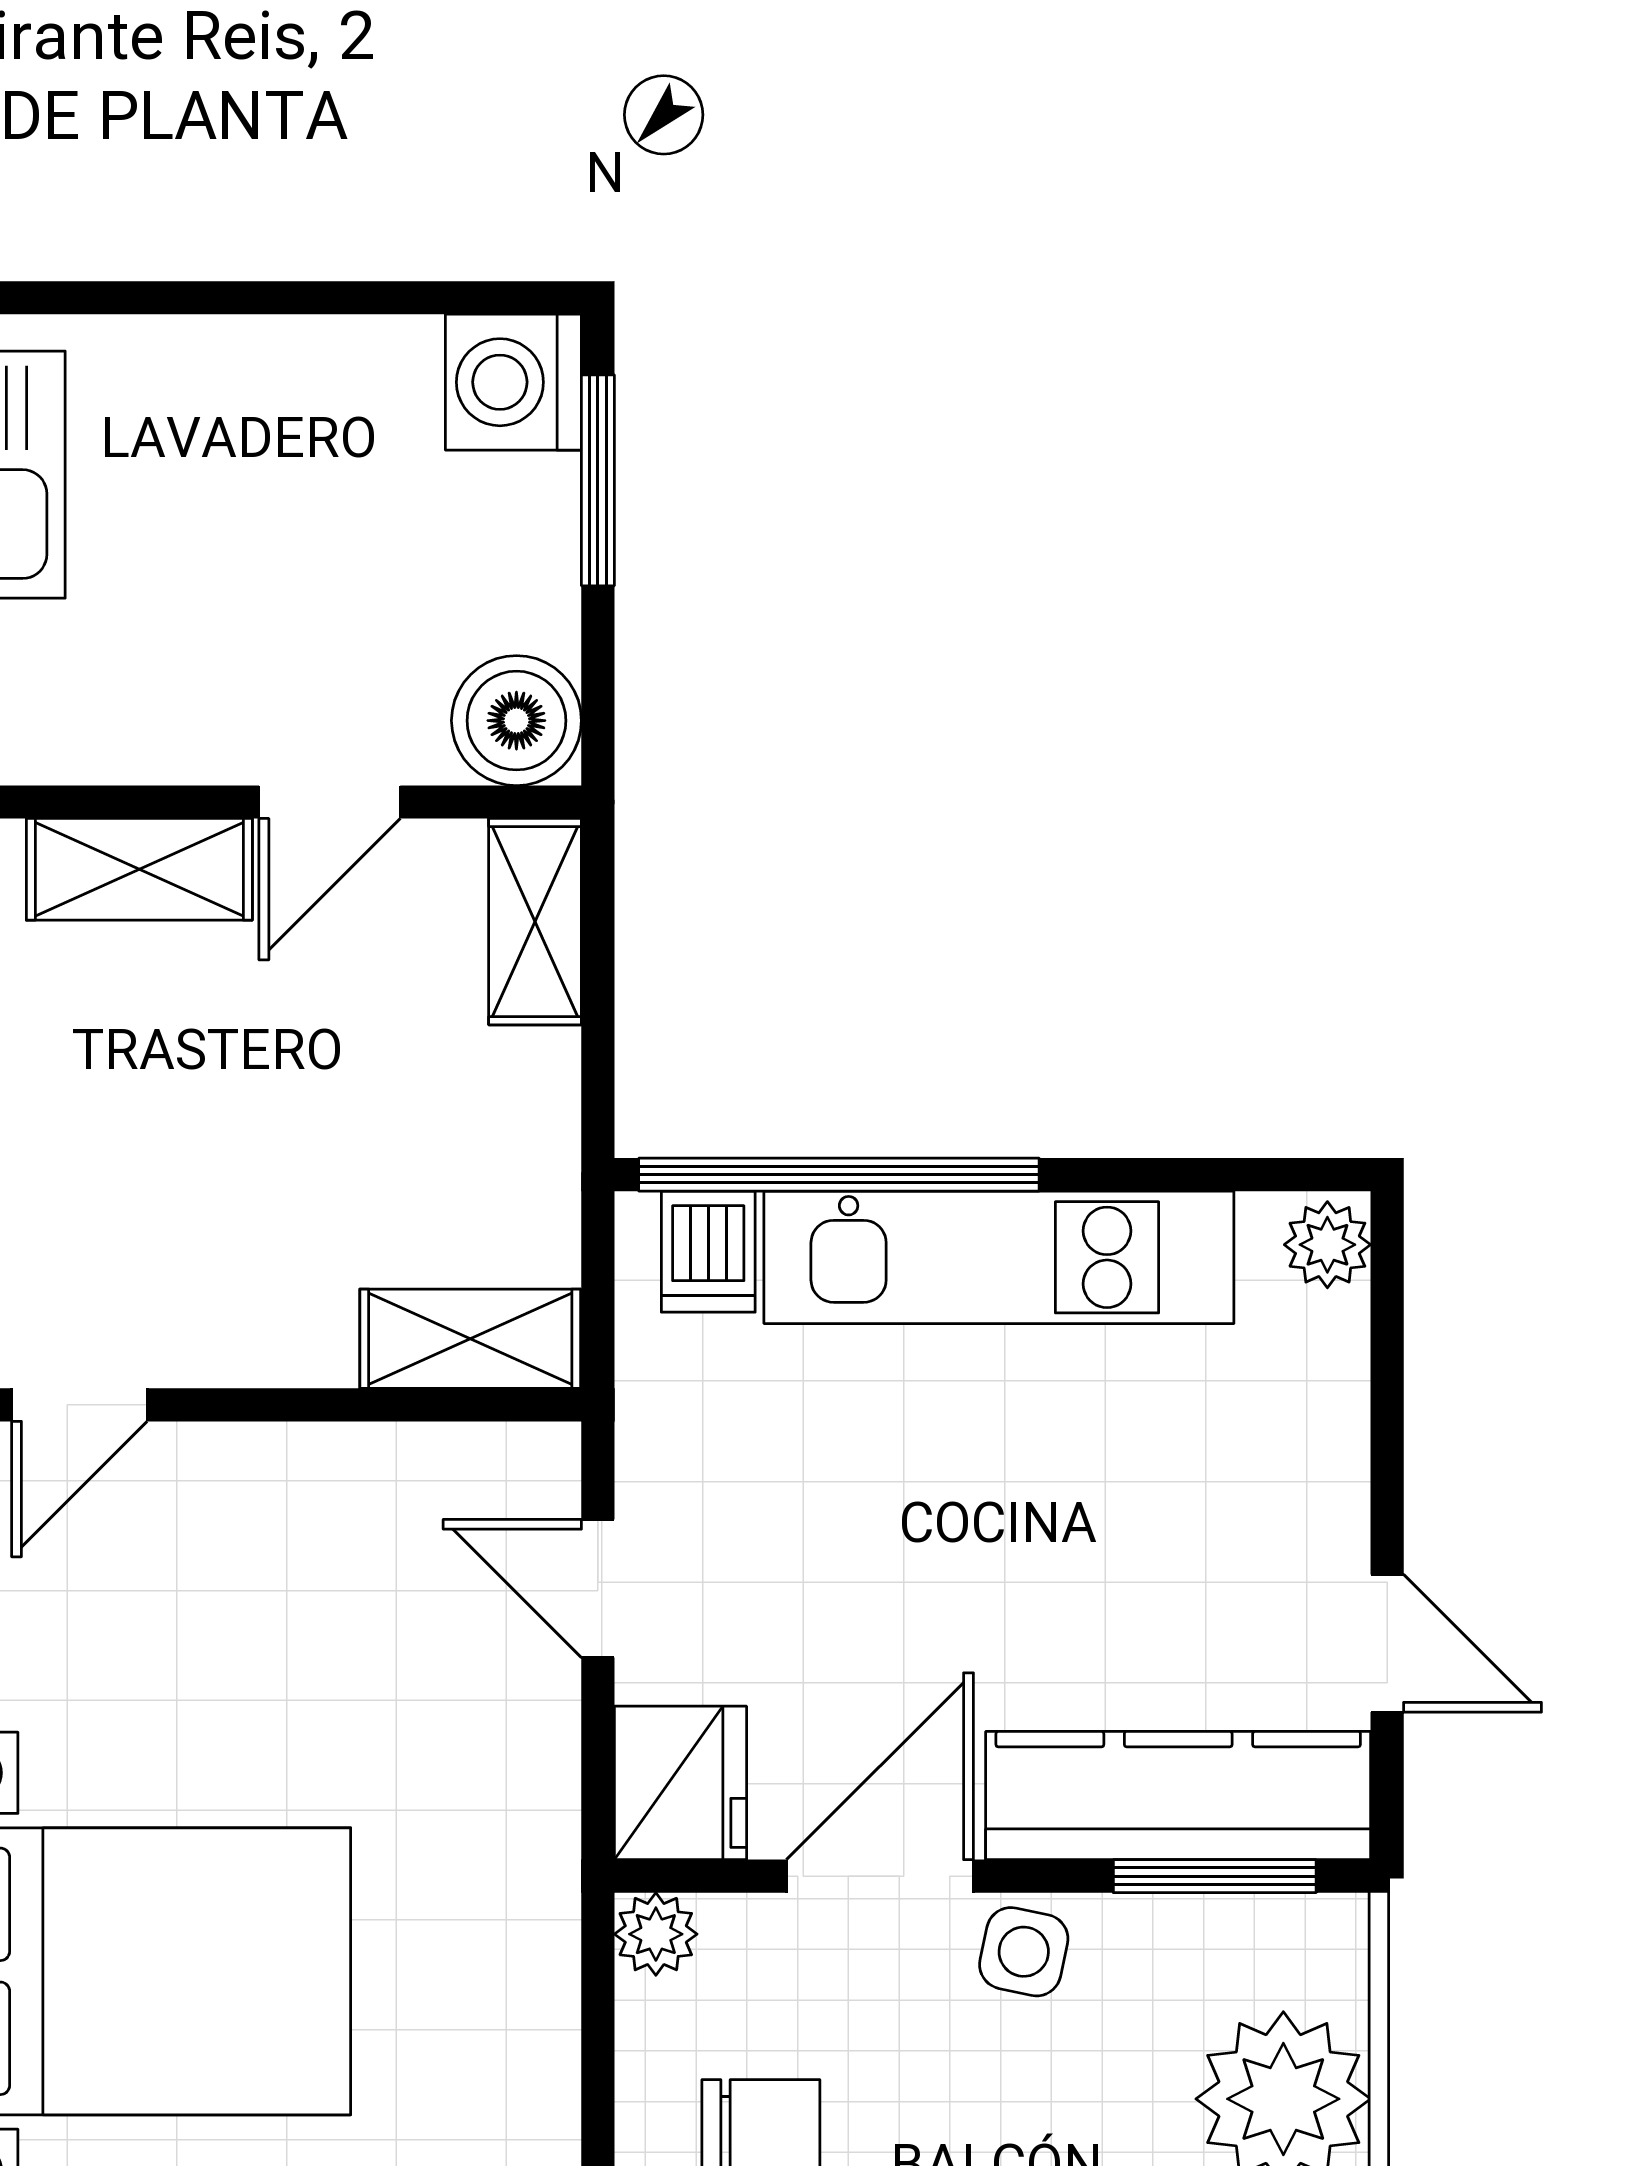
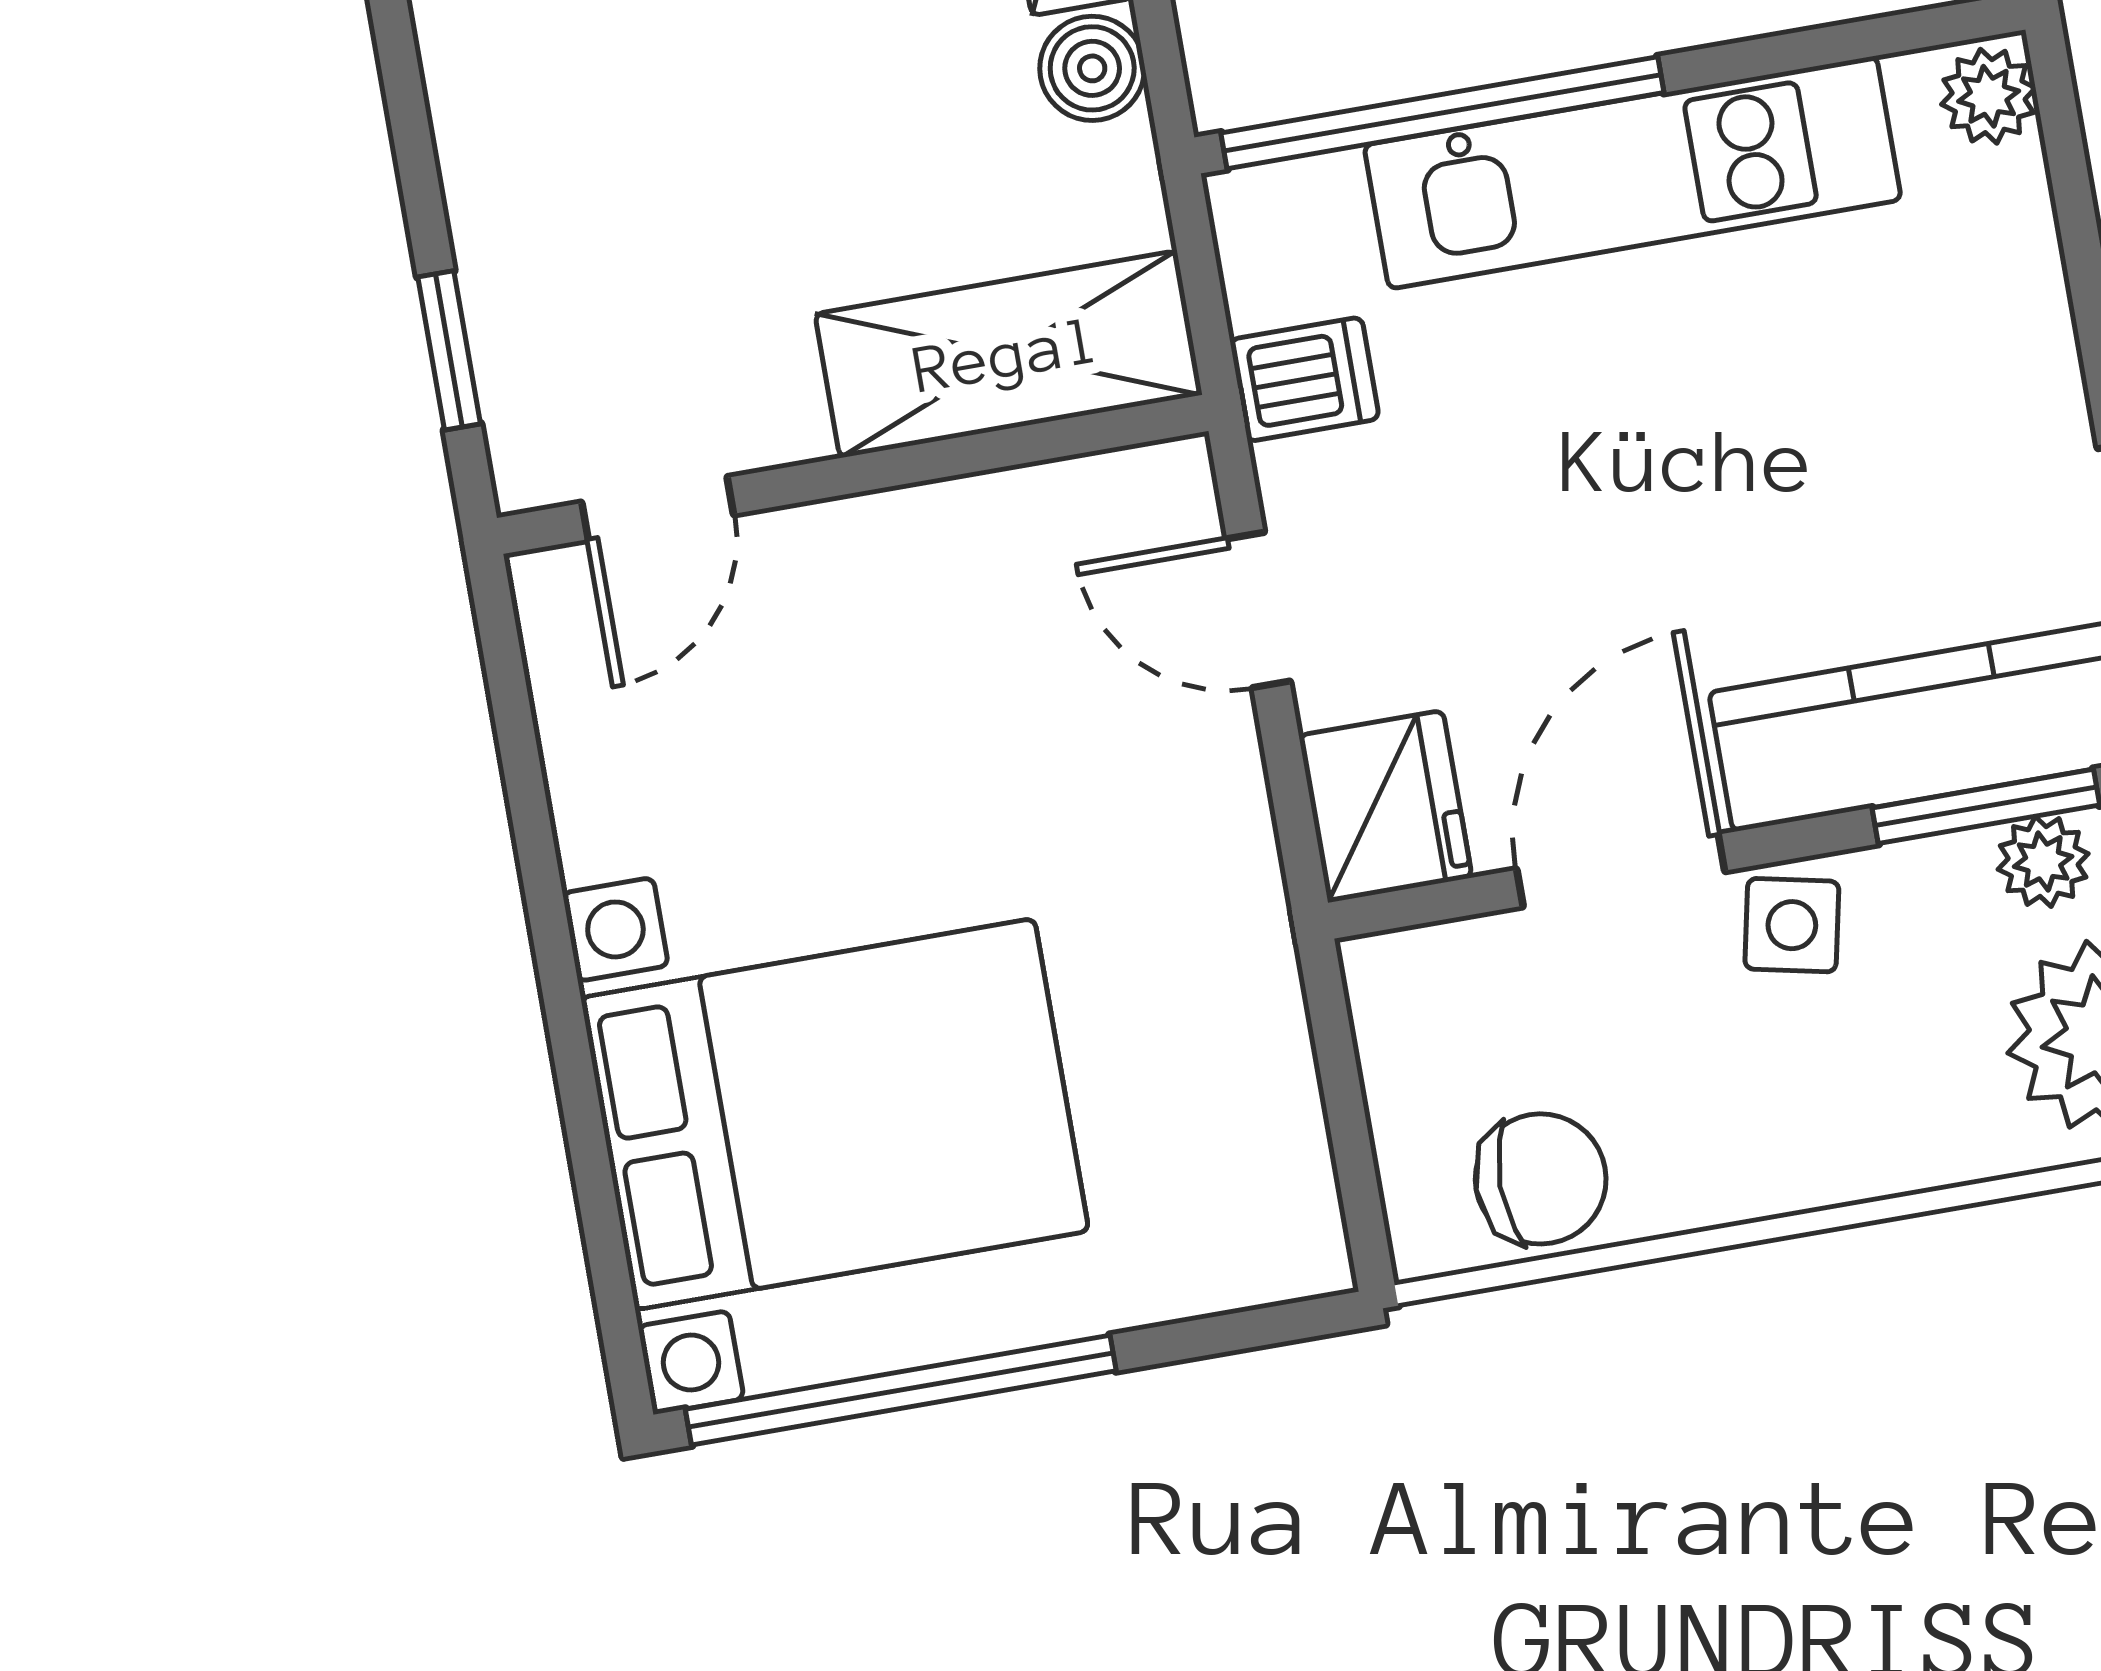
boiler: (534, 1081) -> (1092, 68), added
dishwasher: (708, 1252) -> (1304, 379), moved, turned -90
shelving: (470, 1339) -> (1008, 354), width x1.50, depth x1.33
plant: (656, 1934) -> (2043, 861), moved

